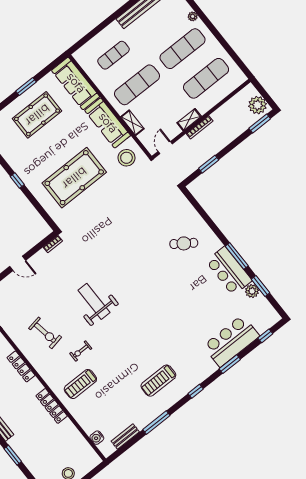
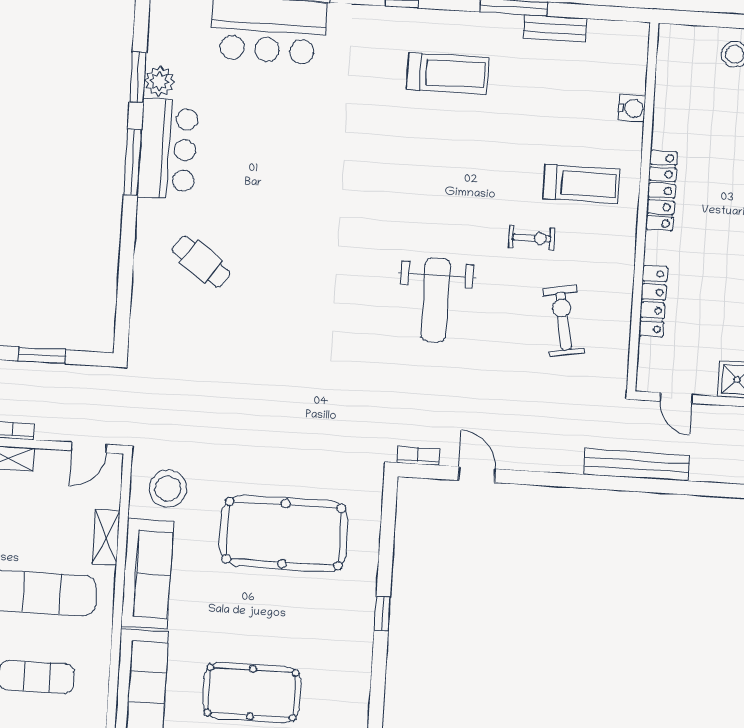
door: (18, 263) -> (477, 475), moved
bench: (125, 437) -> (555, 28), moved
water cooler: (97, 438) -> (632, 108), moved

